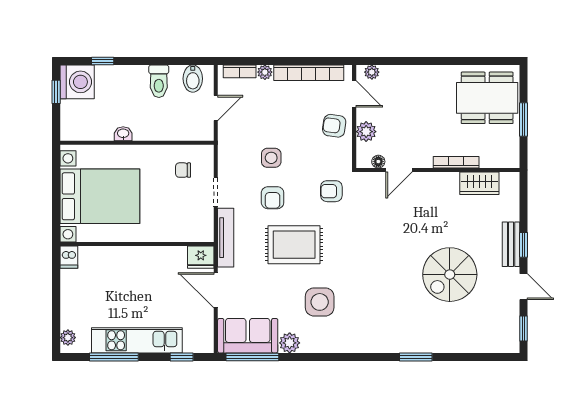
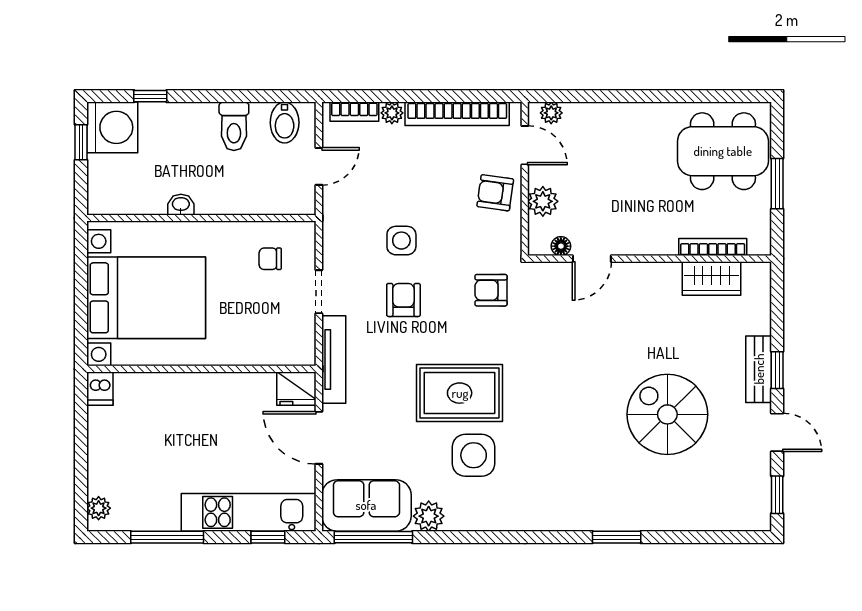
bookcase: (456, 162) -> (713, 247), moved
armchair: (273, 198) -> (403, 300), turned 180
rug: (294, 245) -> (460, 393), moved
spiral stairs: (450, 275) -> (667, 414), turned 90
kitchen unit: (137, 340) -> (249, 512), moved

